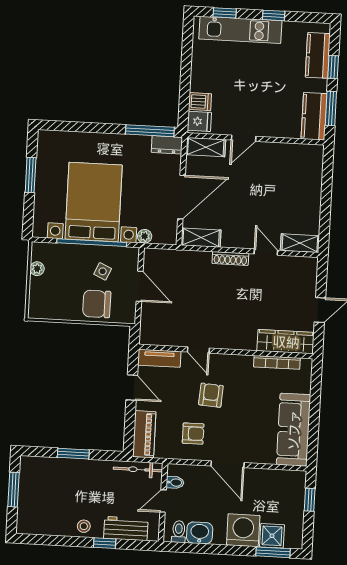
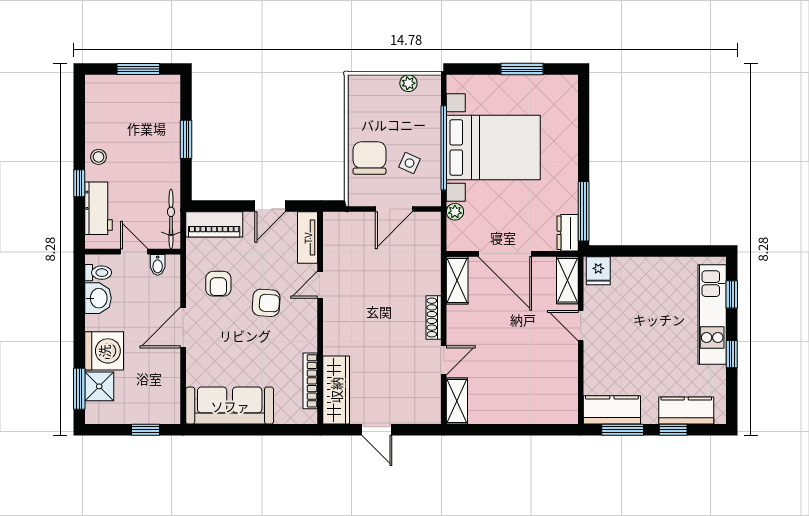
dishwasher: (200, 102) -> (622, 270), removed

